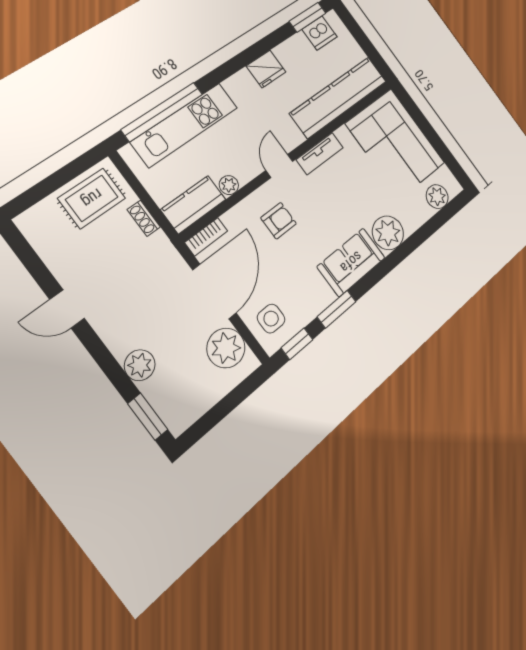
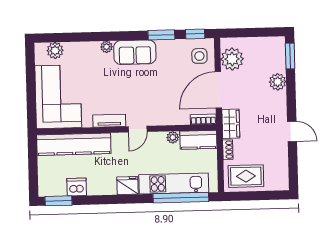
dishwasher: (320, 33) -> (77, 187), moved
fridge: (266, 69) -> (127, 186), moved
armchair: (279, 221) -> (159, 101), removed
plant: (388, 233) -> (107, 47), width x0.53, depth x0.53
wardrobe: (165, 257) -> (231, 124), added

